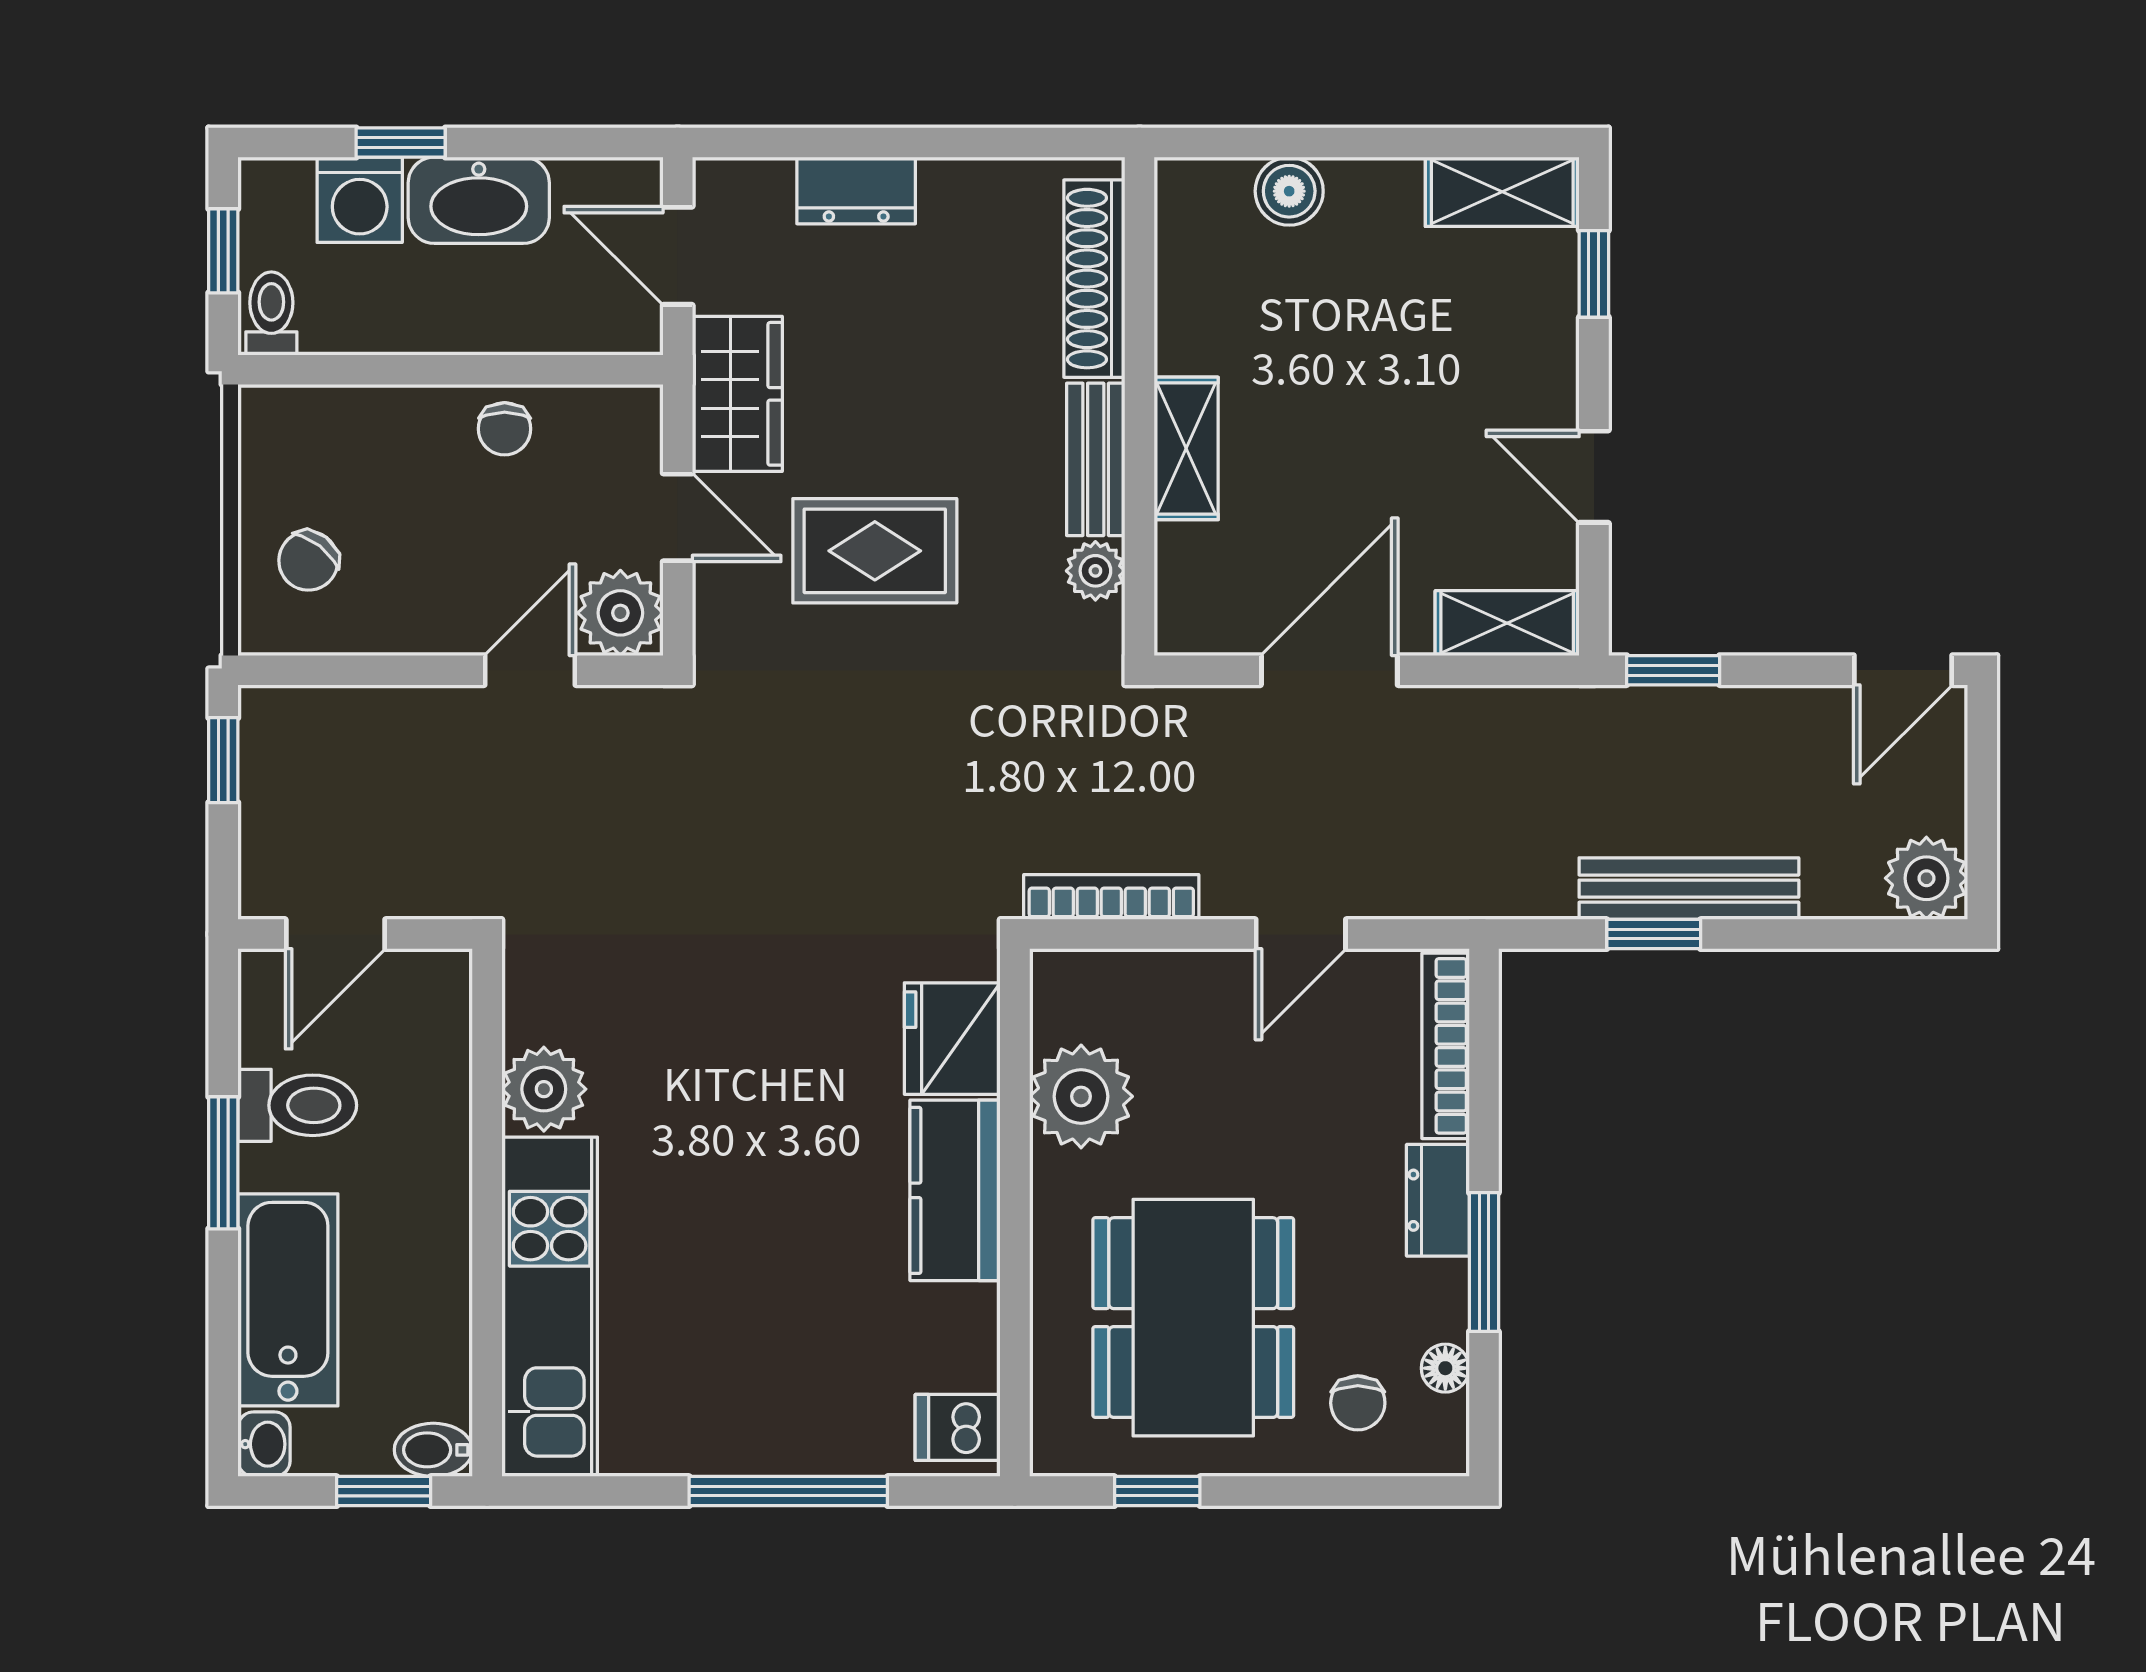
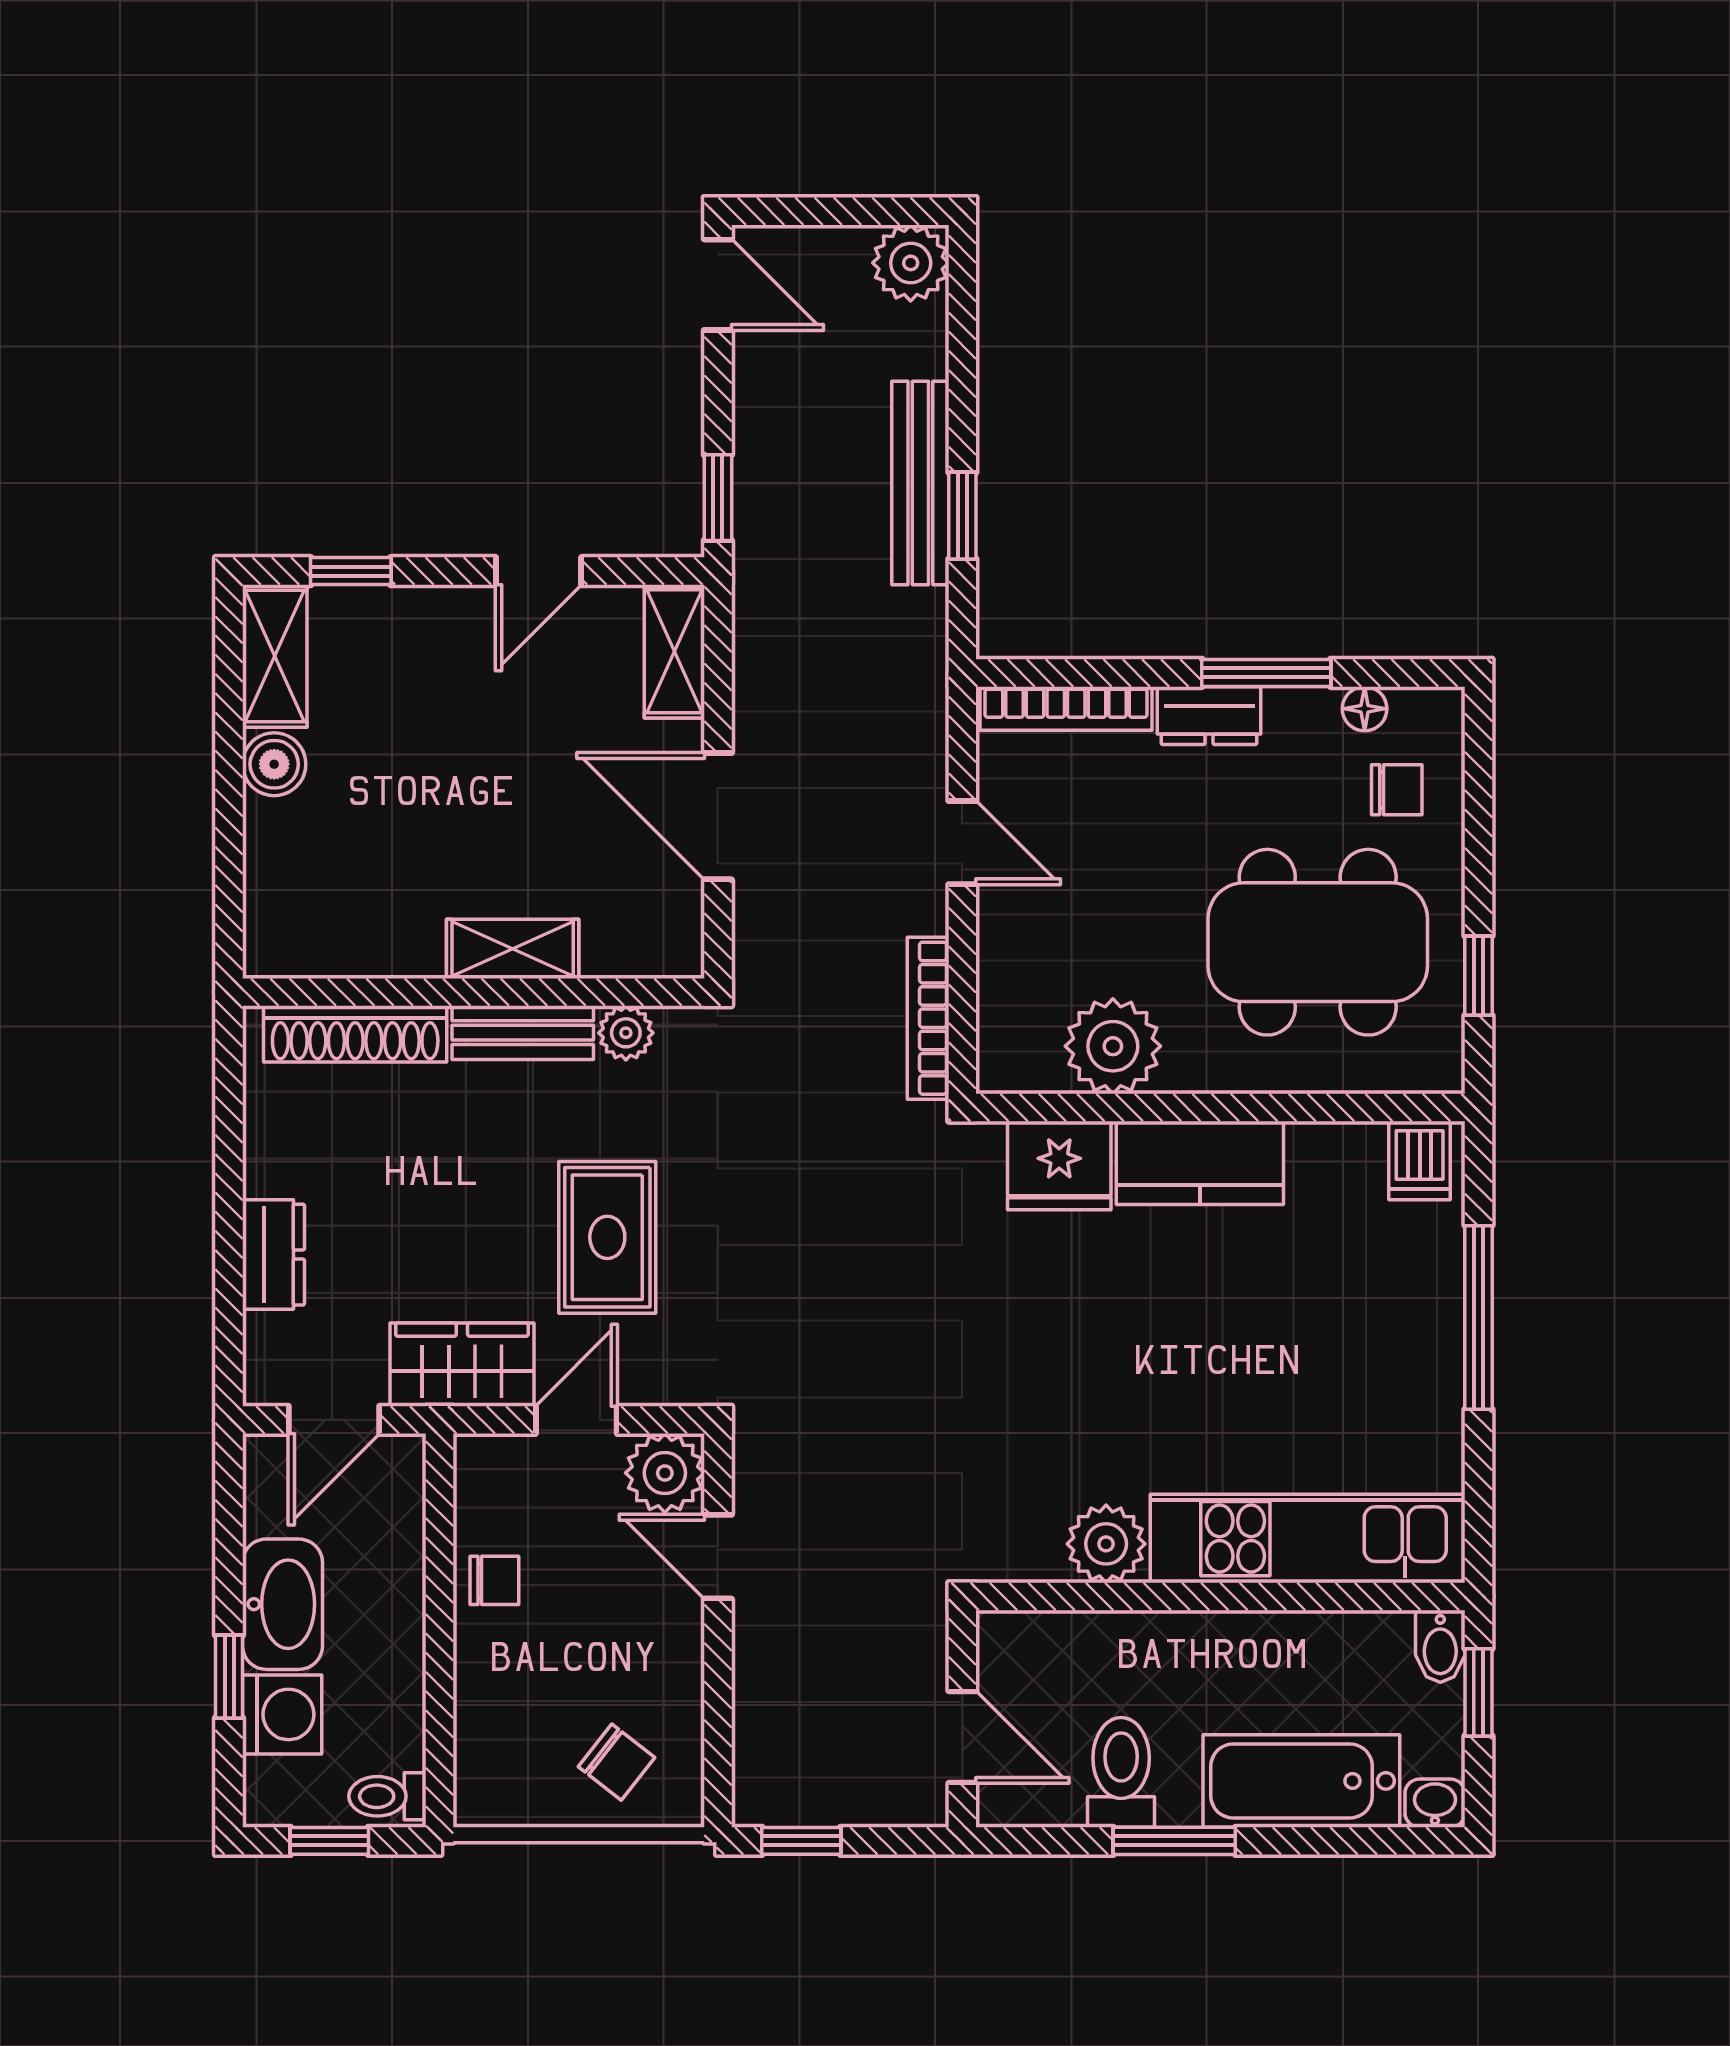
boiler: (1289, 191) -> (274, 764), moved

